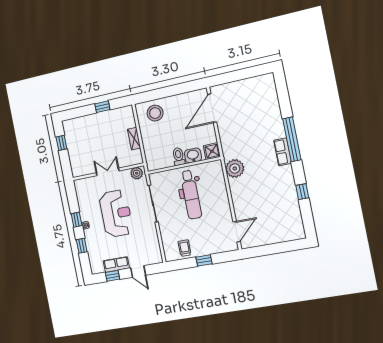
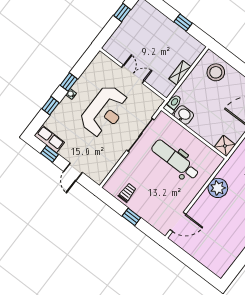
washbasin: (193, 156) -> (184, 115), moved
toilet: (179, 157) -> (173, 104), moved
plant: (235, 168) -> (218, 188), moved
plant: (137, 173) -> (153, 100), removed
dental chair: (191, 195) -> (175, 160), turned 90
row of seats: (116, 264) -> (49, 139), moved

